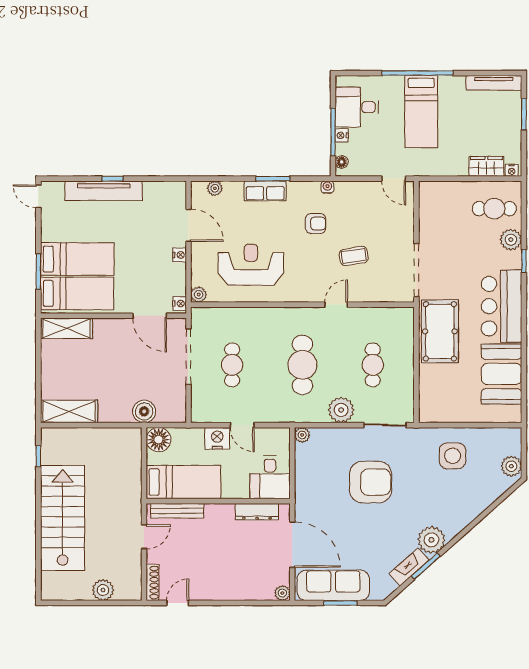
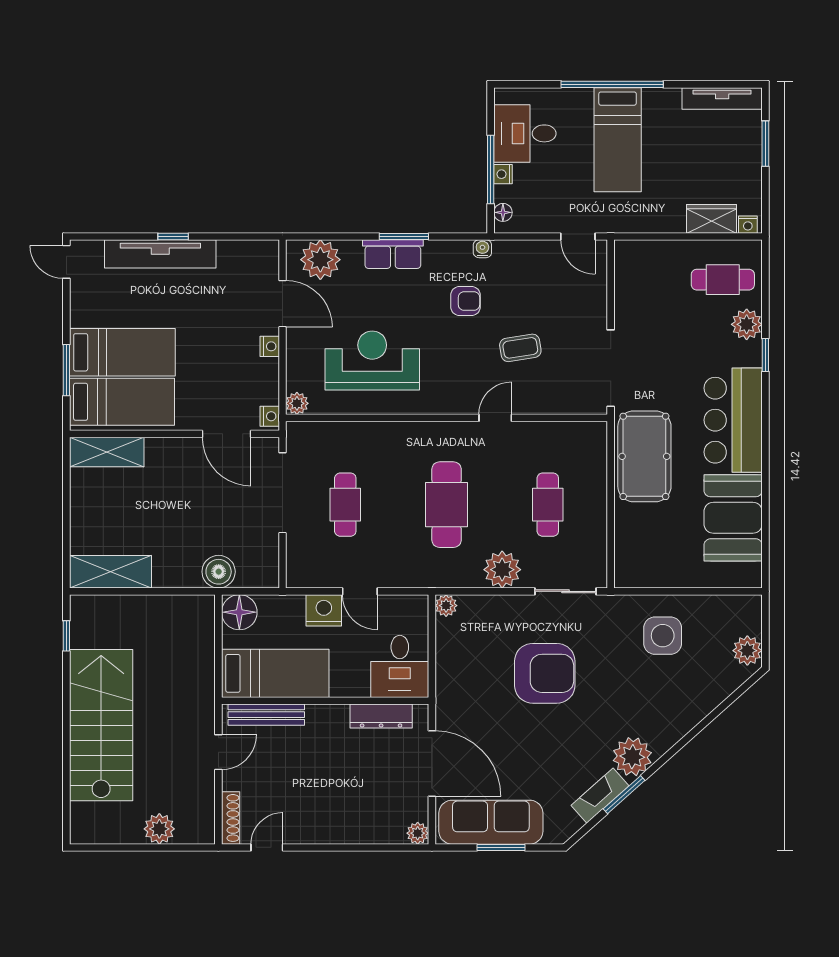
plant: (215, 188) -> (320, 260), width x1.88, depth x1.88

